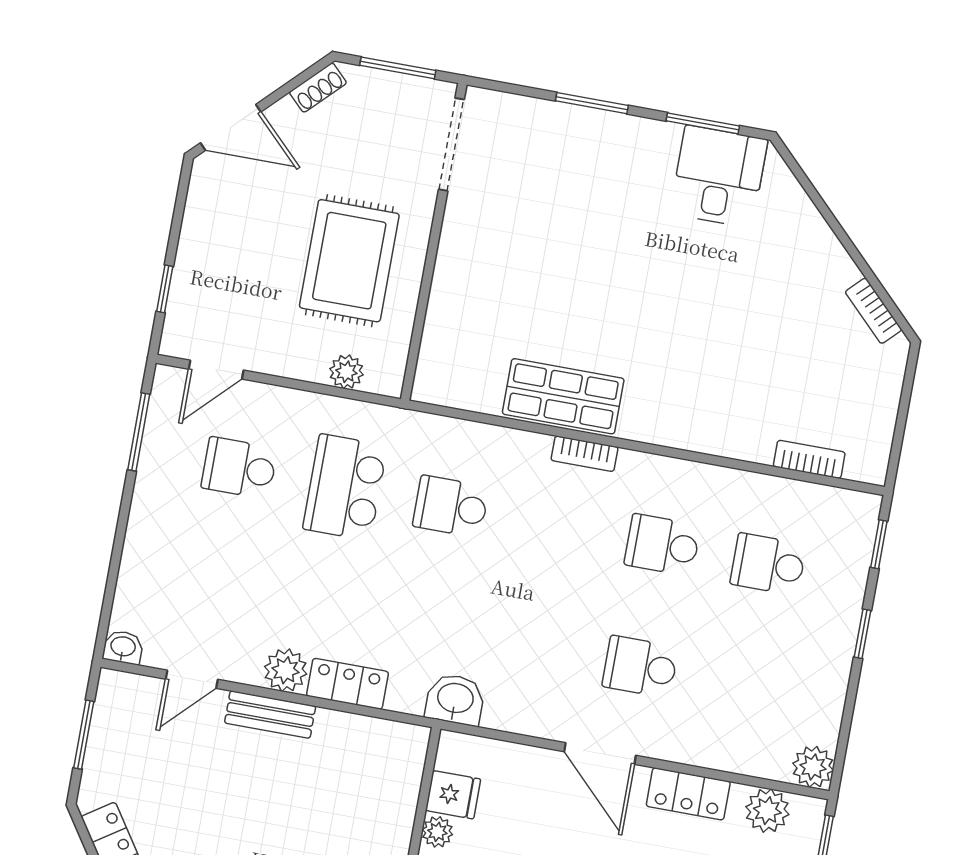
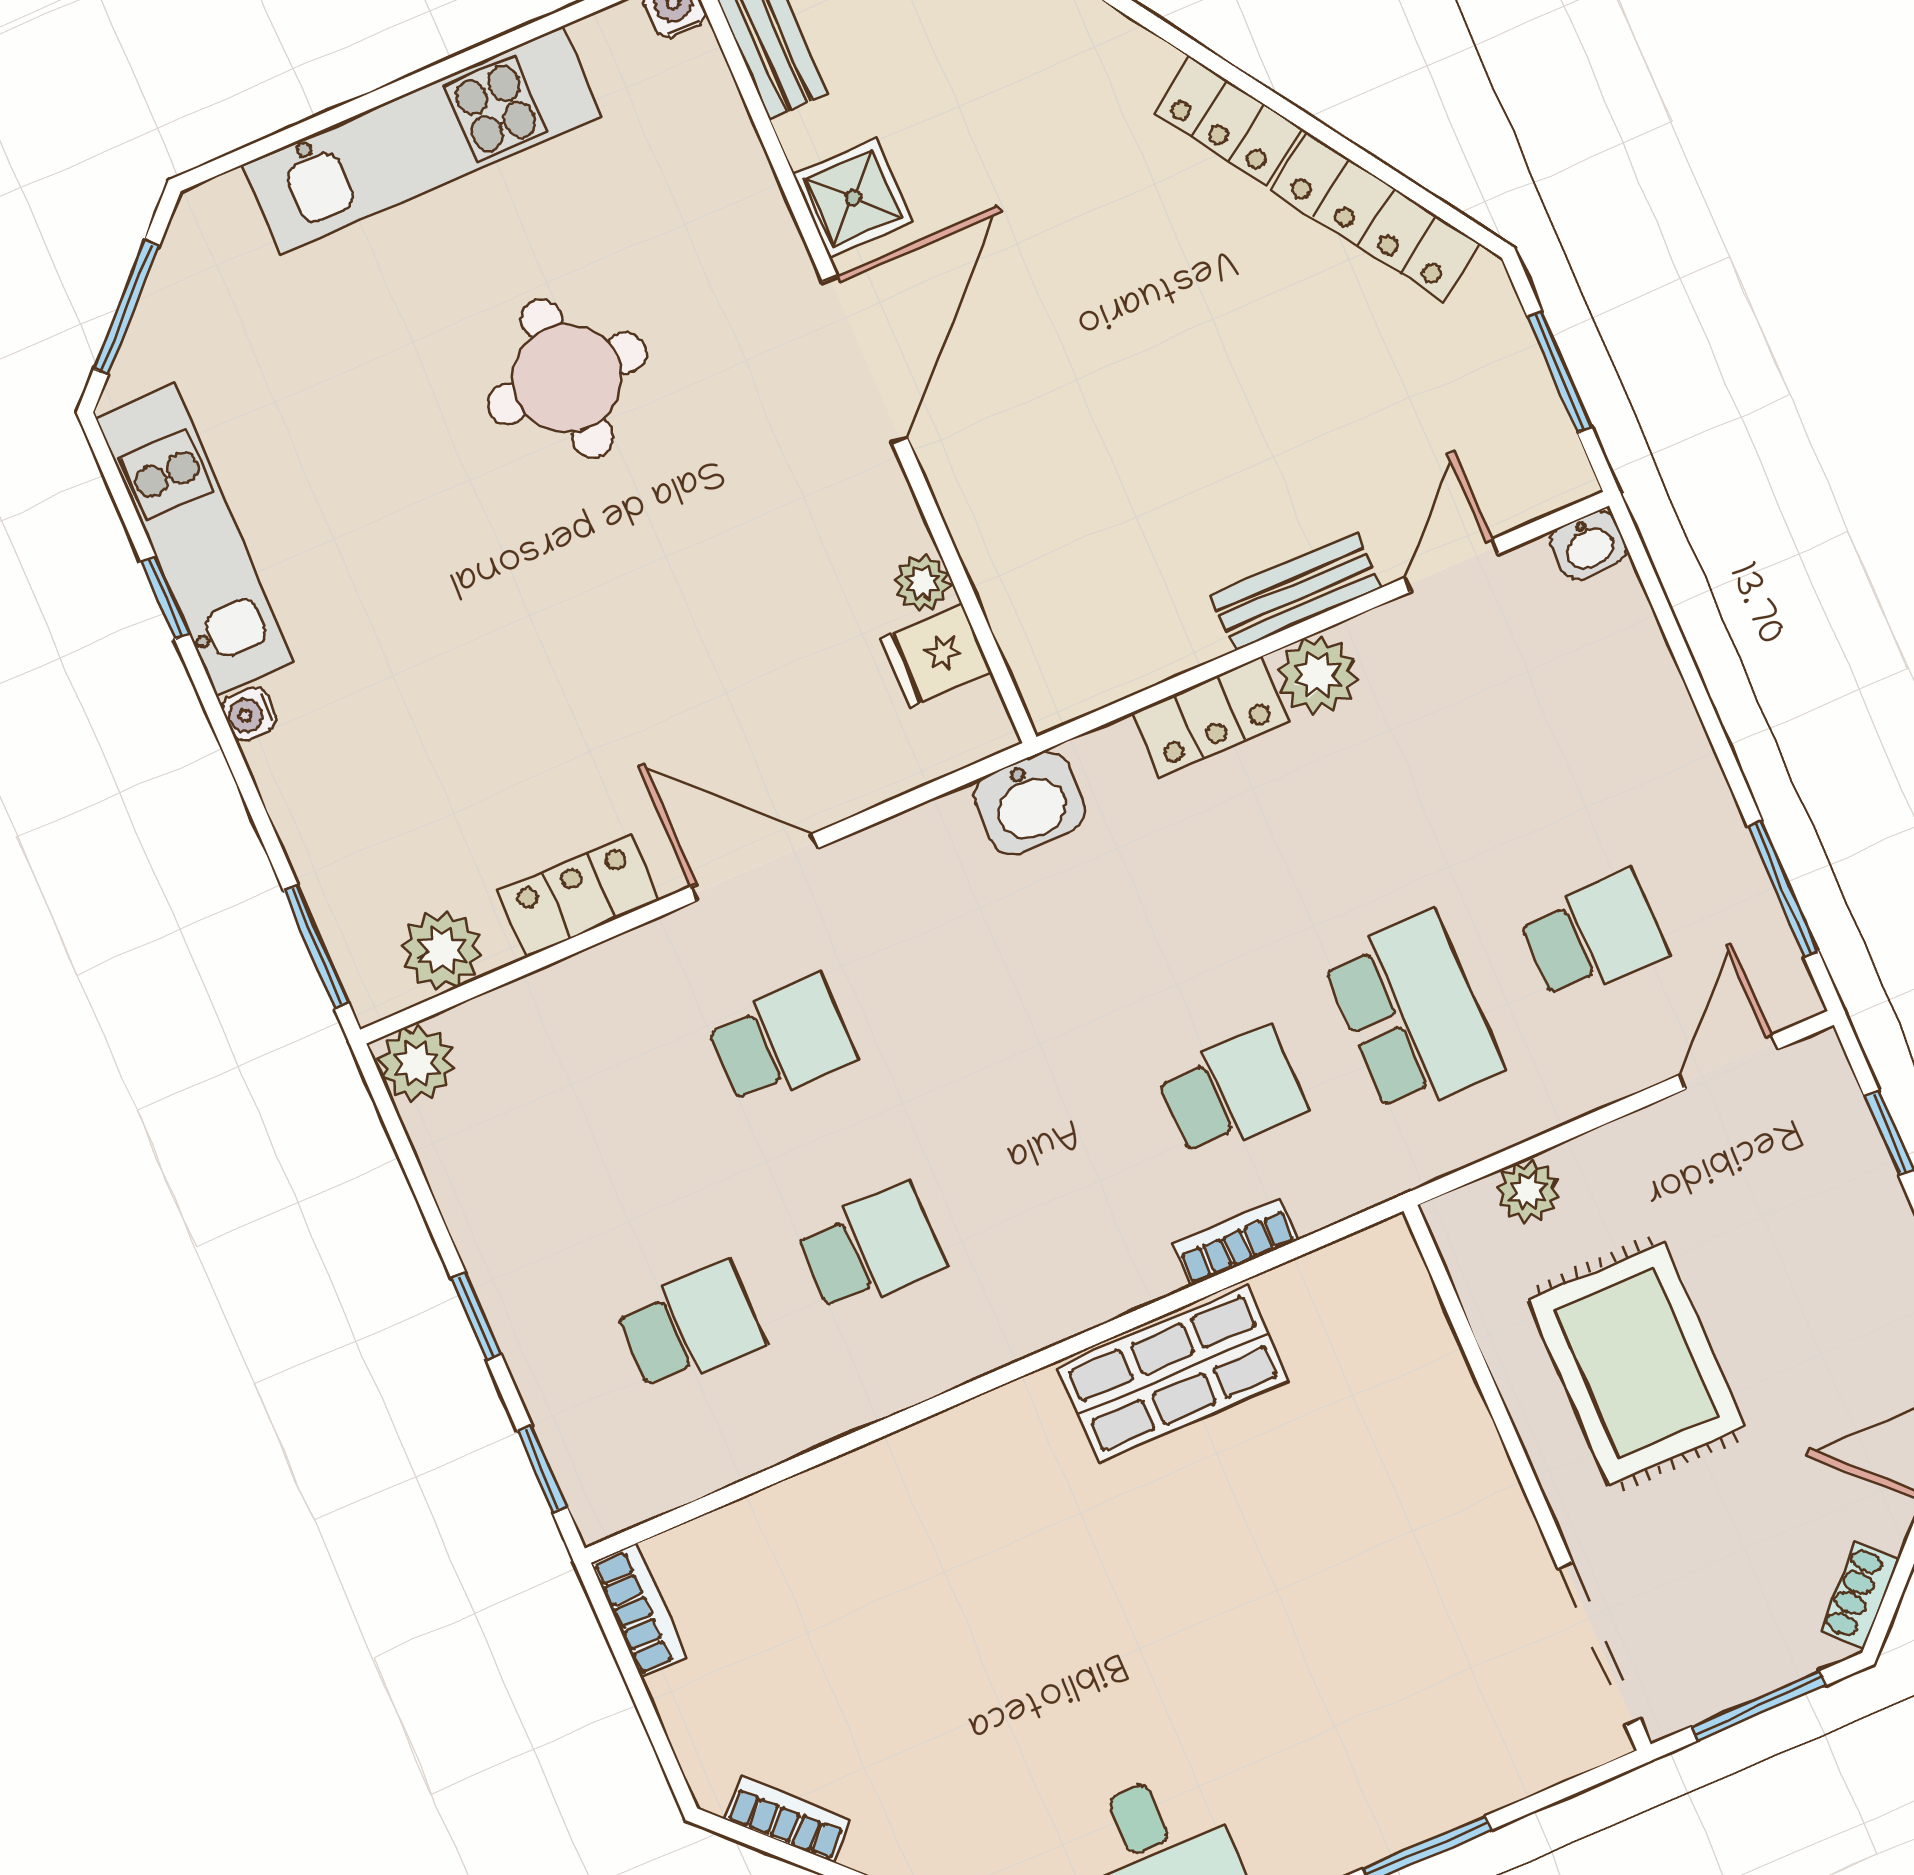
bookcase: (585, 454) -> (1235, 1242), moved
bookcase: (809, 459) -> (639, 1610), moved, turned -90

